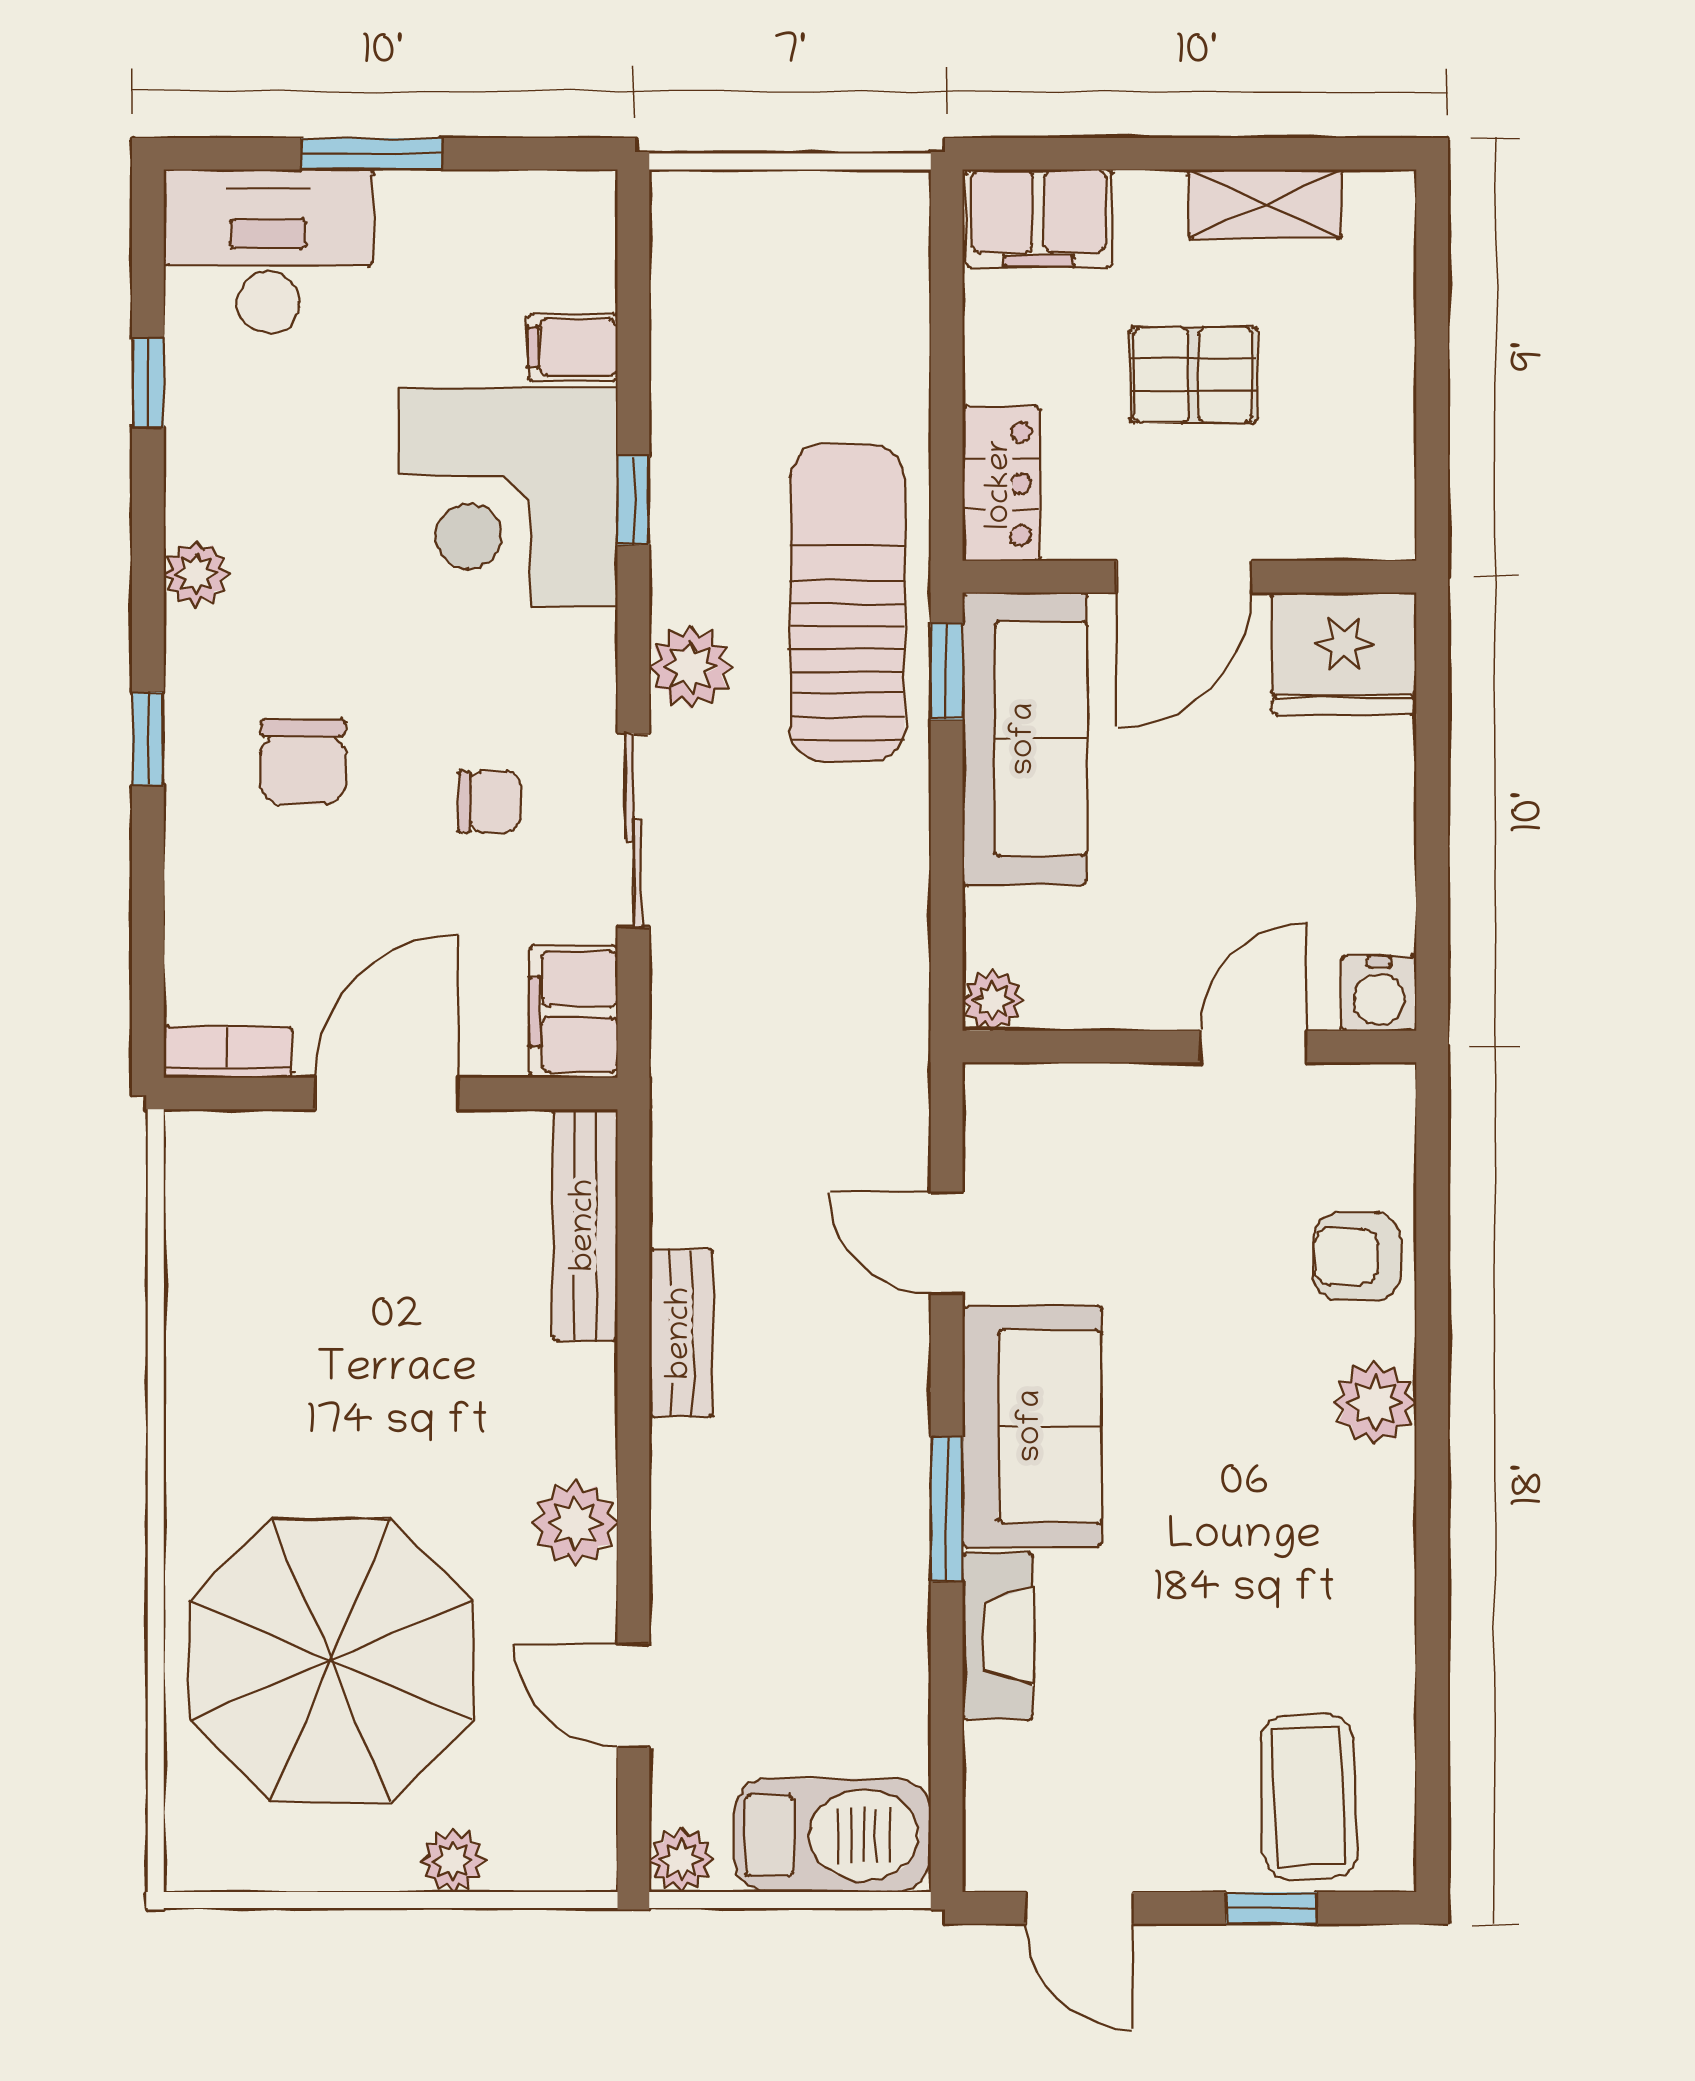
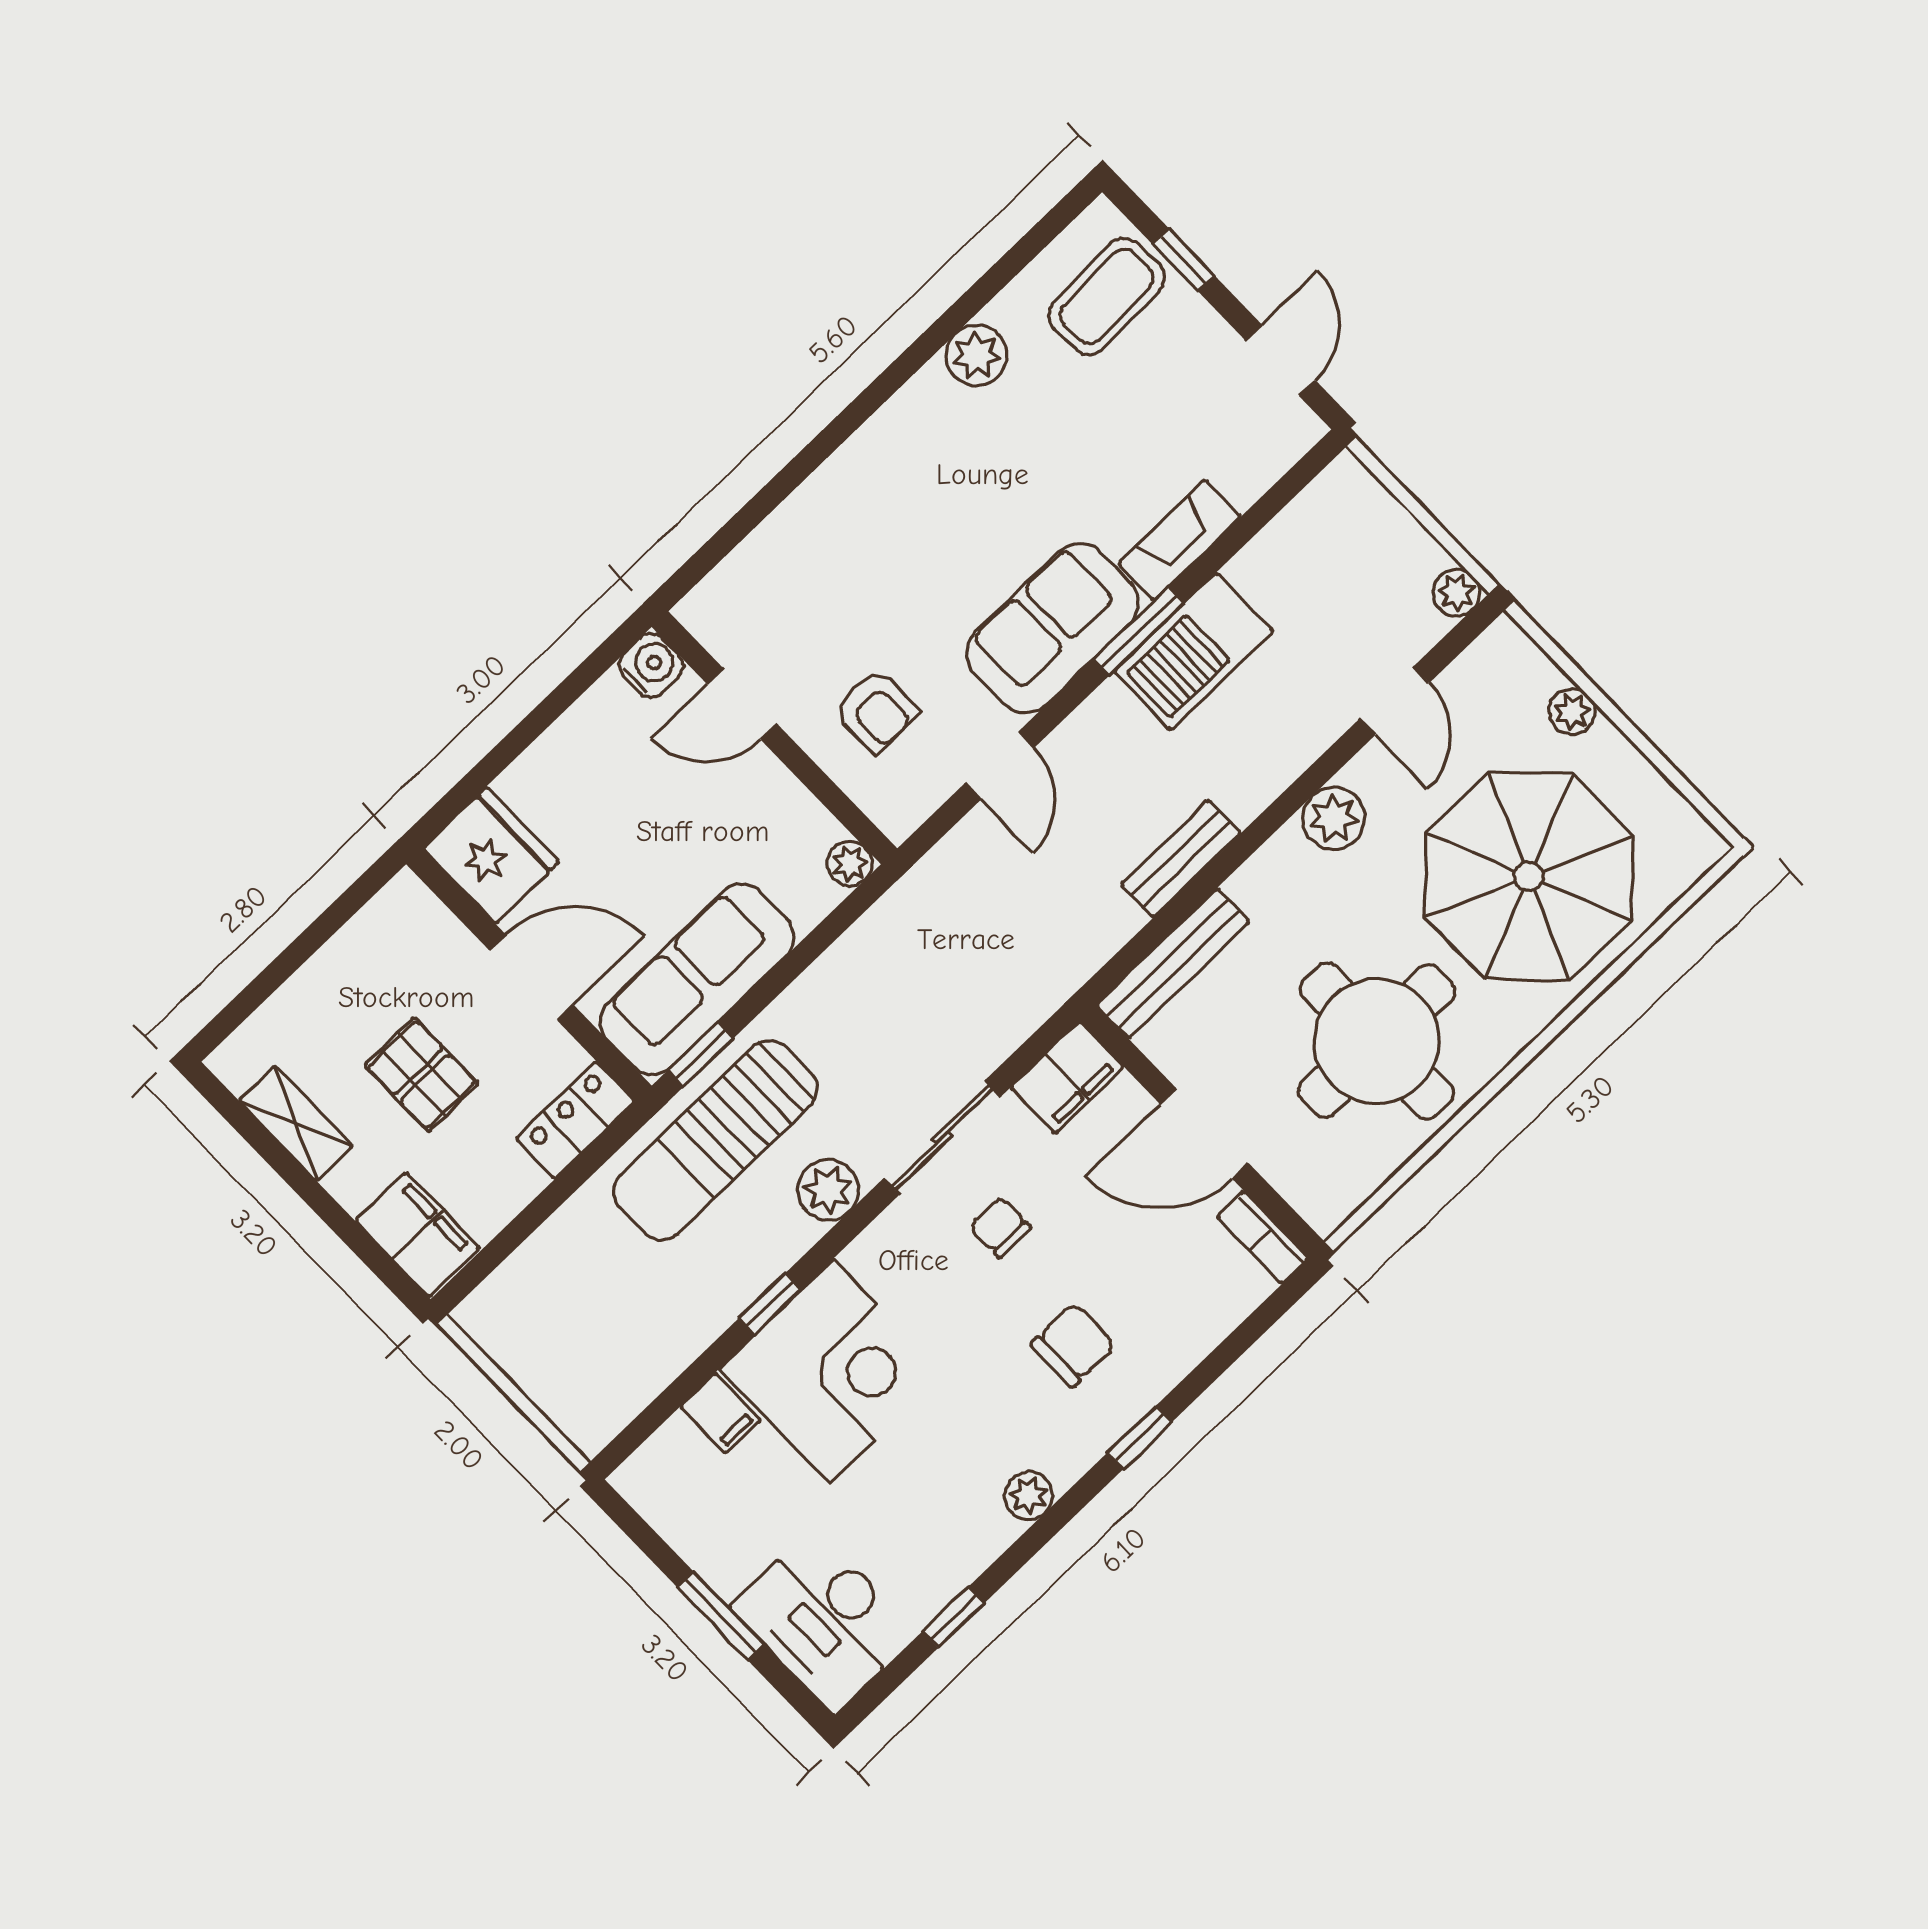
armchair: (1357, 1256) -> (876, 711), moved
round table: (314, 1352) -> (1377, 1041), added
plant: (1375, 1403) -> (977, 355), moved
barbecue: (833, 1835) -> (1194, 651), moved, turned -90

